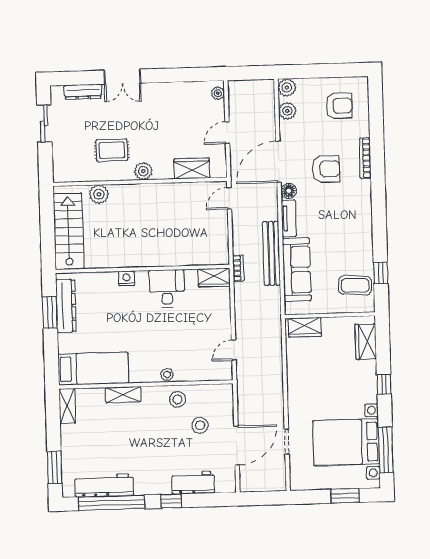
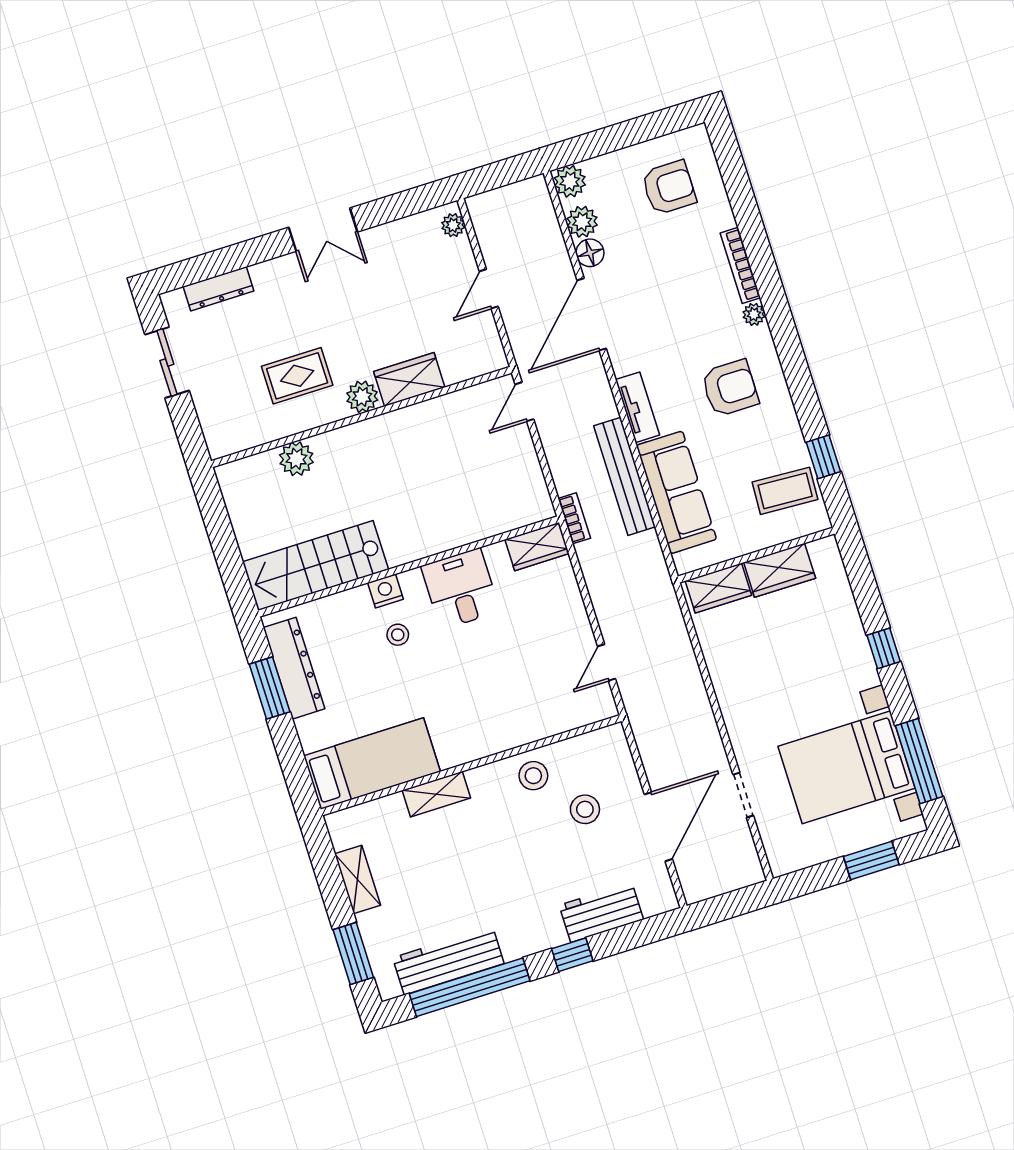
double door: (122, 77) -> (323, 230), moved
wardrobe: (192, 168) -> (409, 379), moved
armchair: (326, 169) -> (730, 388), moved
plant: (365, 186) -> (754, 314), added
floor lamp: (289, 191) -> (590, 253), moved
stairs: (69, 231) -> (315, 566), moved, turned -90
wardrobe: (366, 342) -> (780, 570), moved, turned -90
stool: (167, 374) -> (398, 635), moved
shelving: (67, 406) -> (358, 880), moved

